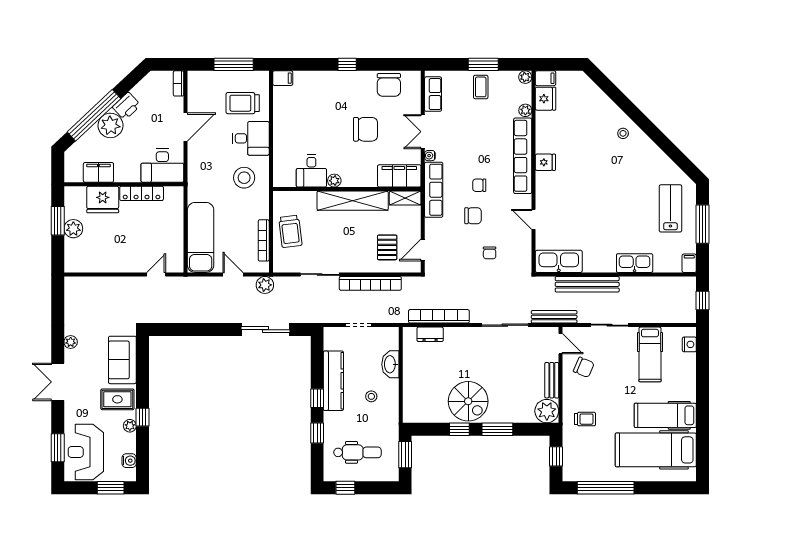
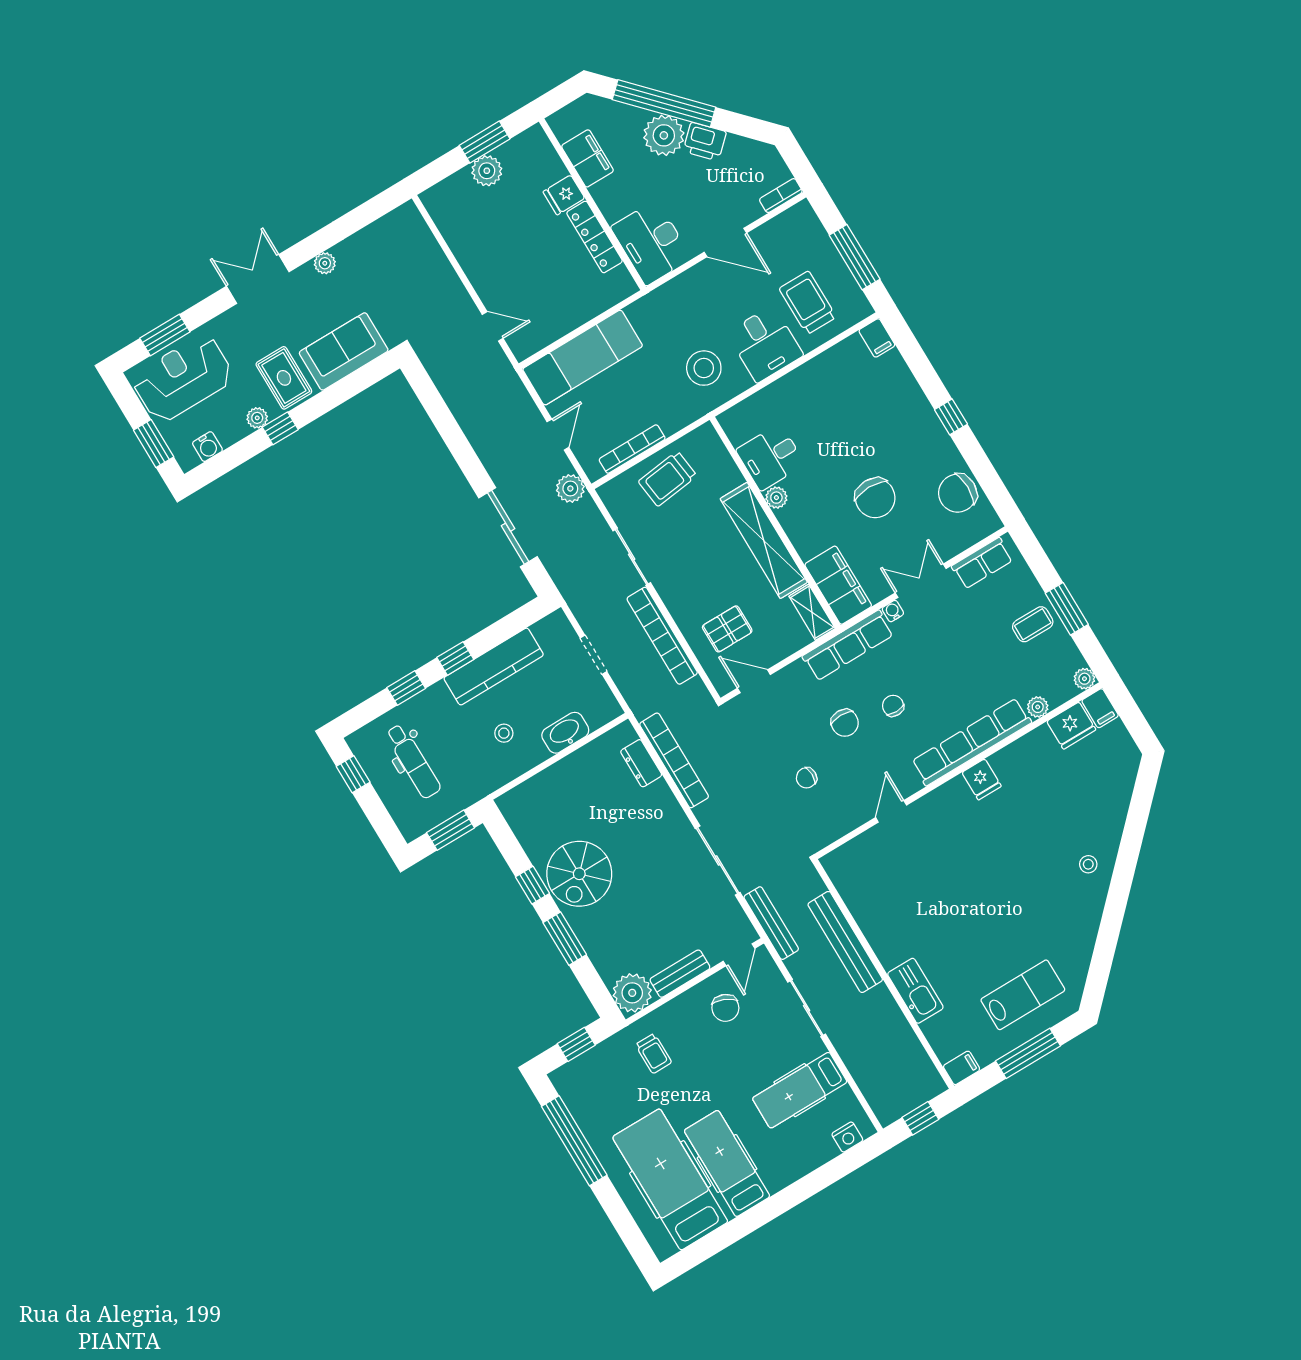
fridge: (103, 200) -> (564, 195), width x0.53, depth x0.75
kitchen sink: (559, 261) -> (853, 883), removed

